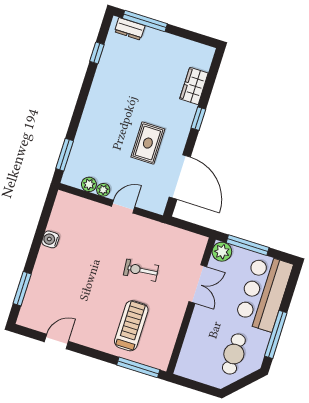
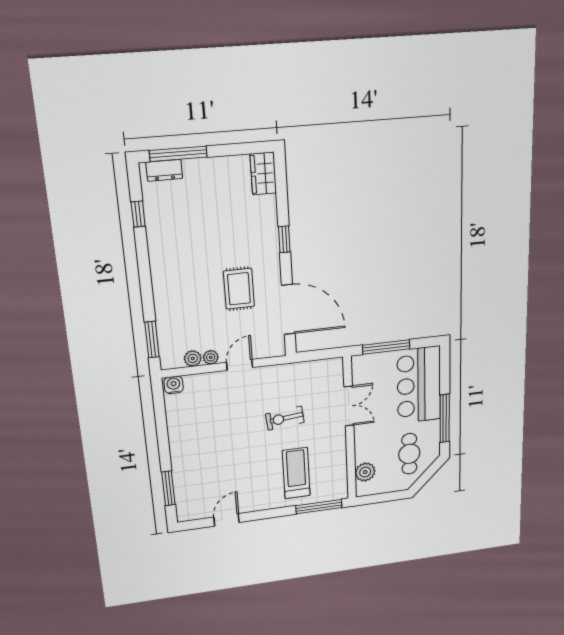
wardrobe: (194, 86) -> (263, 174), moved
water cooler: (50, 239) -> (174, 385), moved, turned 90
plant: (222, 252) -> (365, 472), moved

